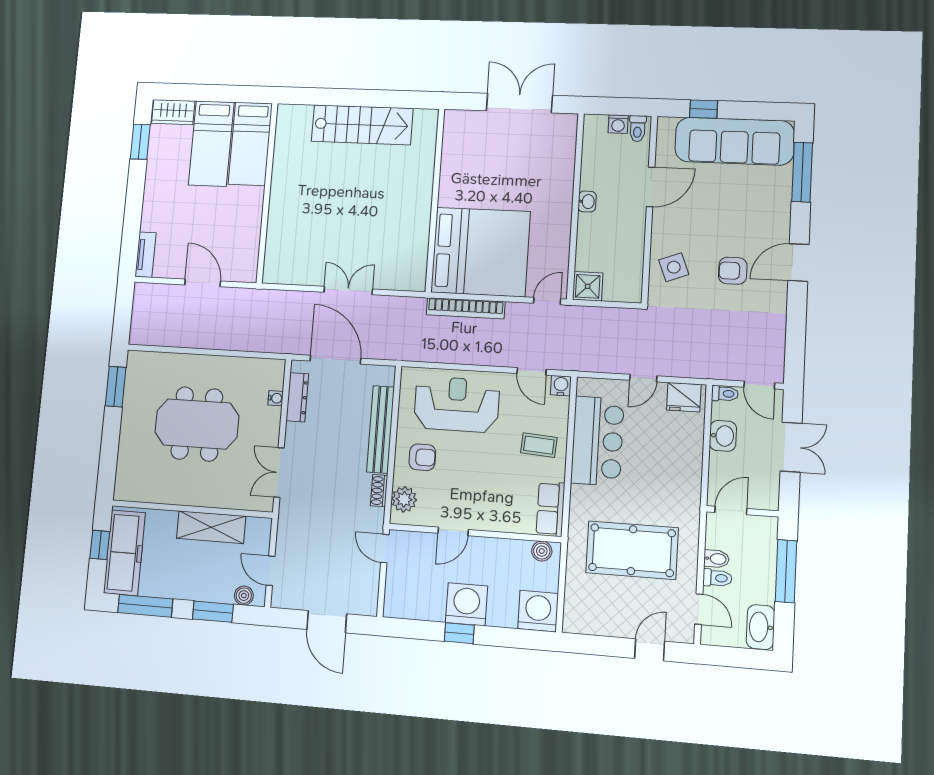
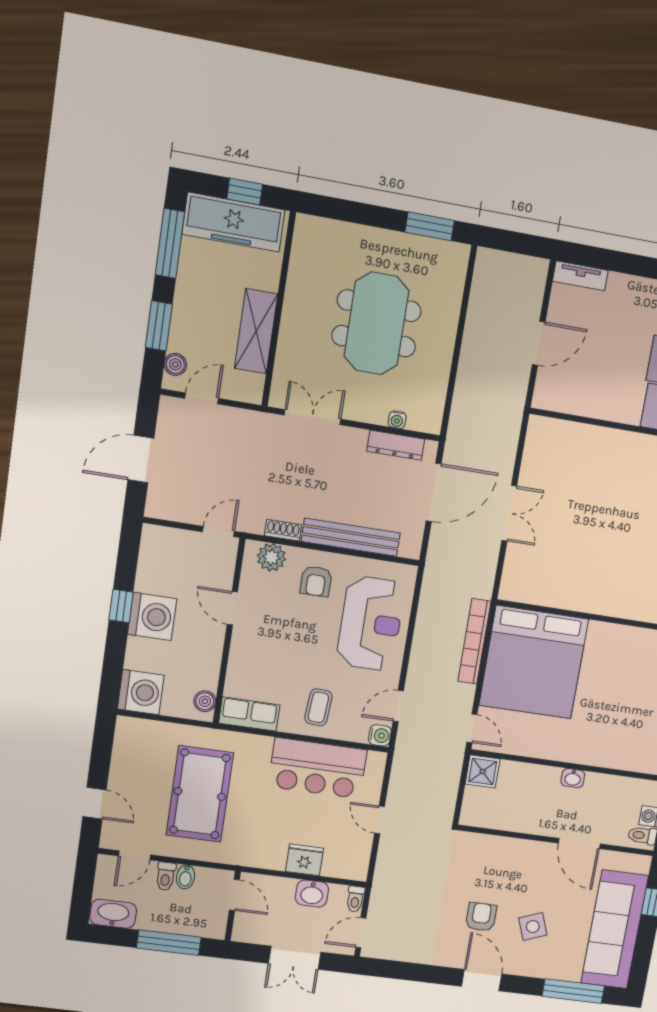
side table: (674, 267) -> (533, 927), moved
fridge: (684, 397) -> (304, 860), moved, turned 90

